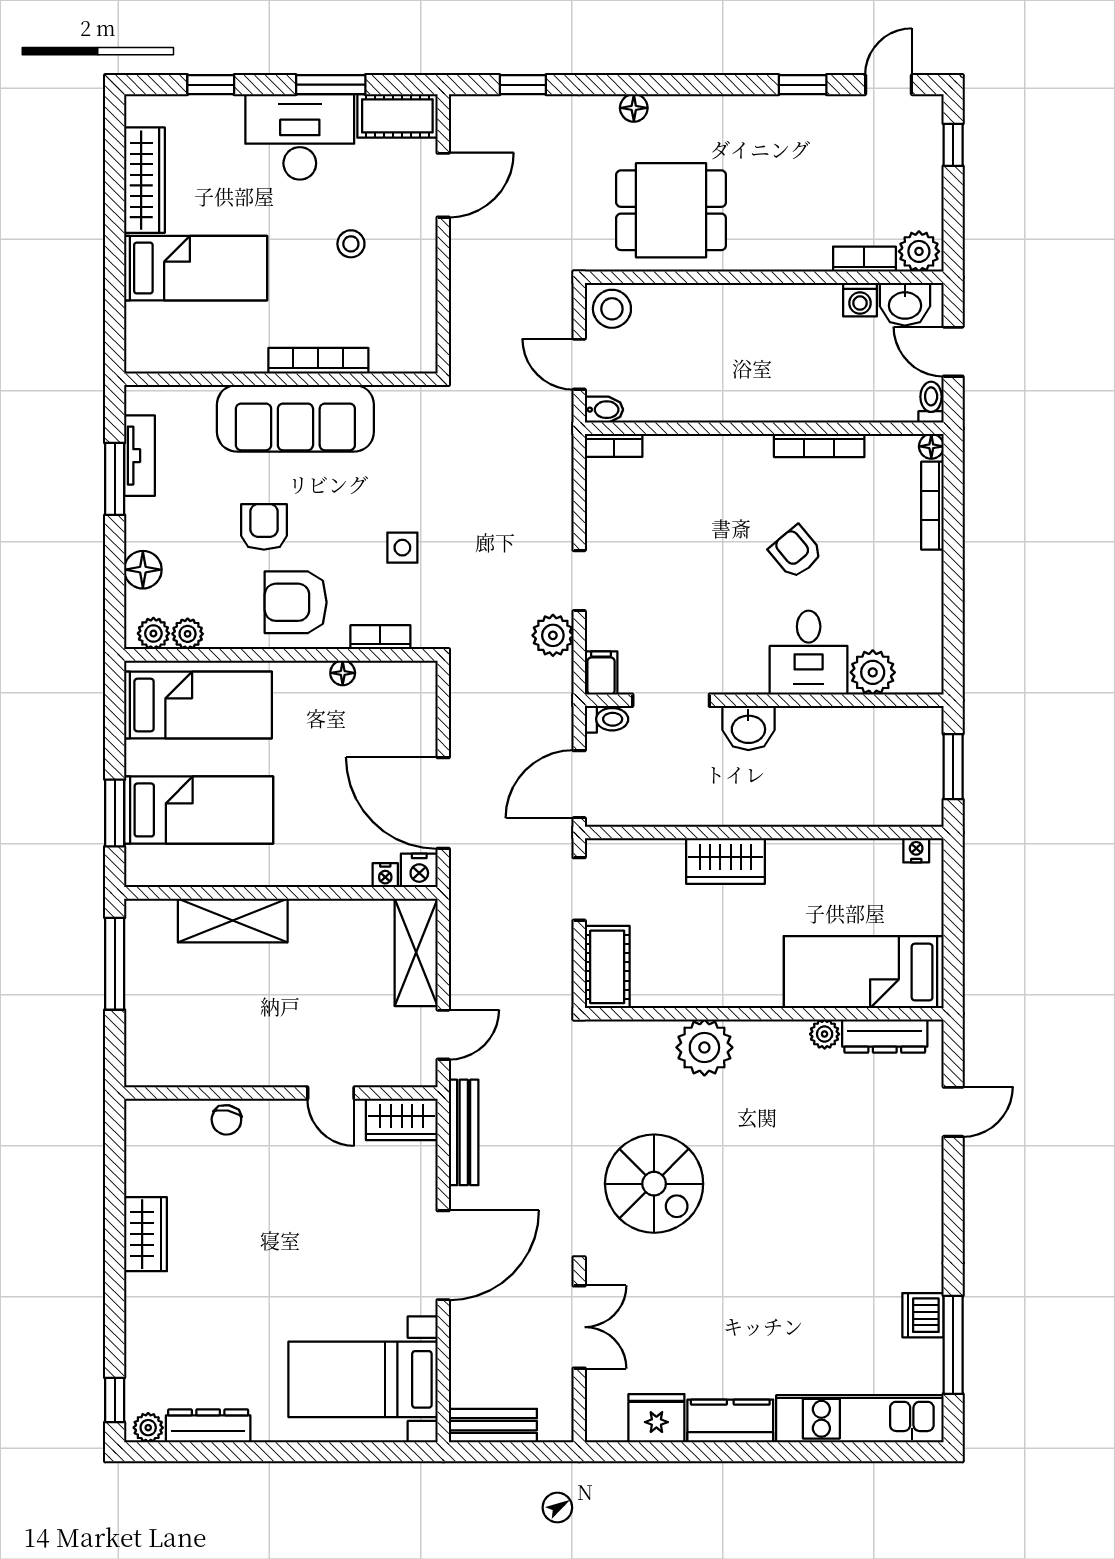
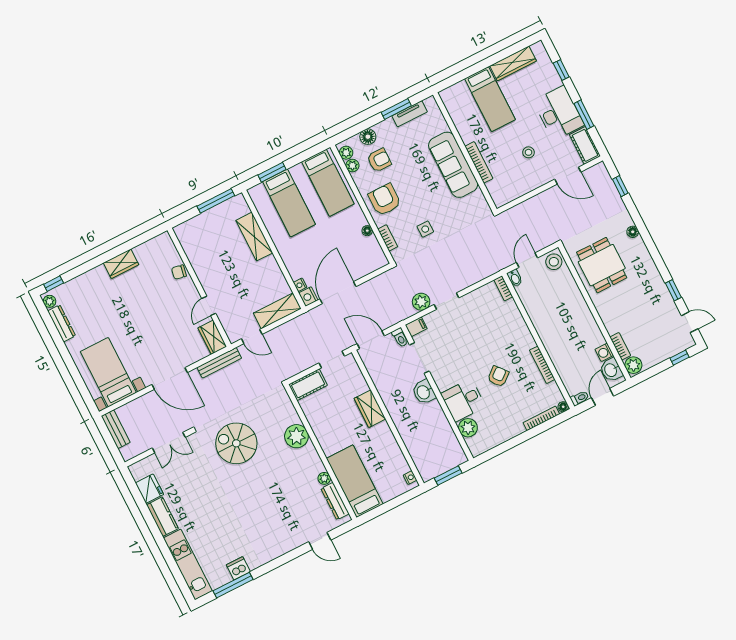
armchair: (264, 527) -> (379, 160), moved
spiral stairs: (654, 1184) -> (236, 443), turned 90

